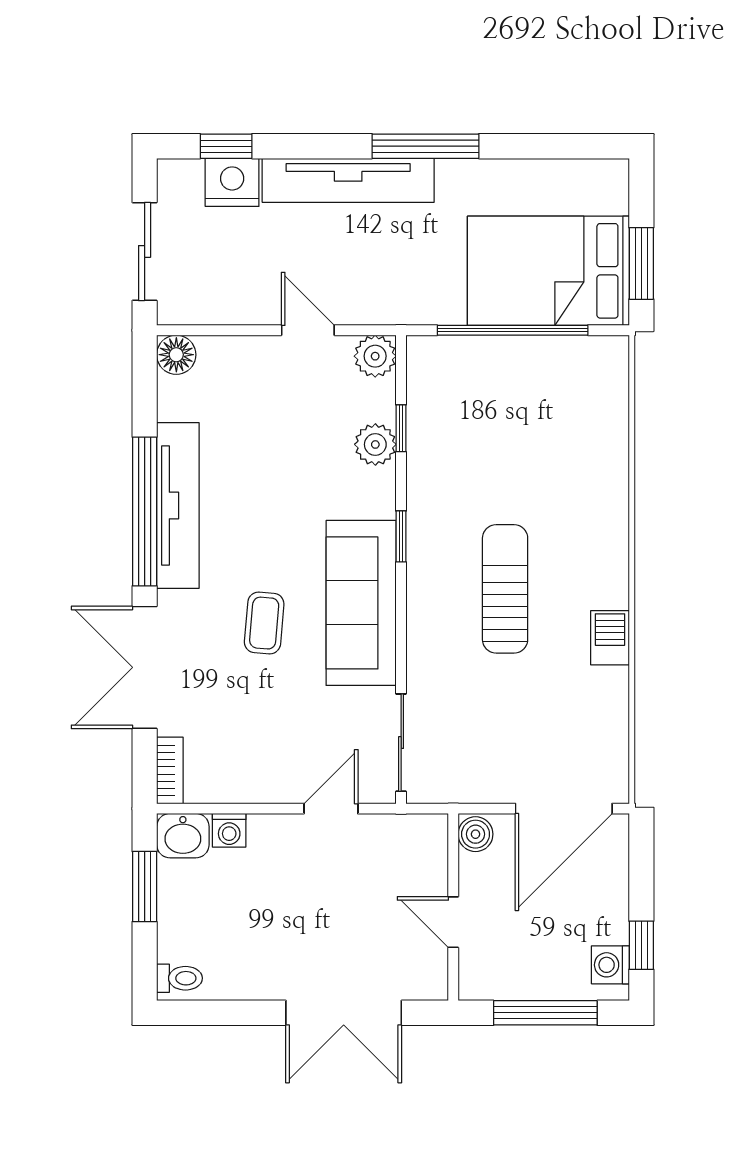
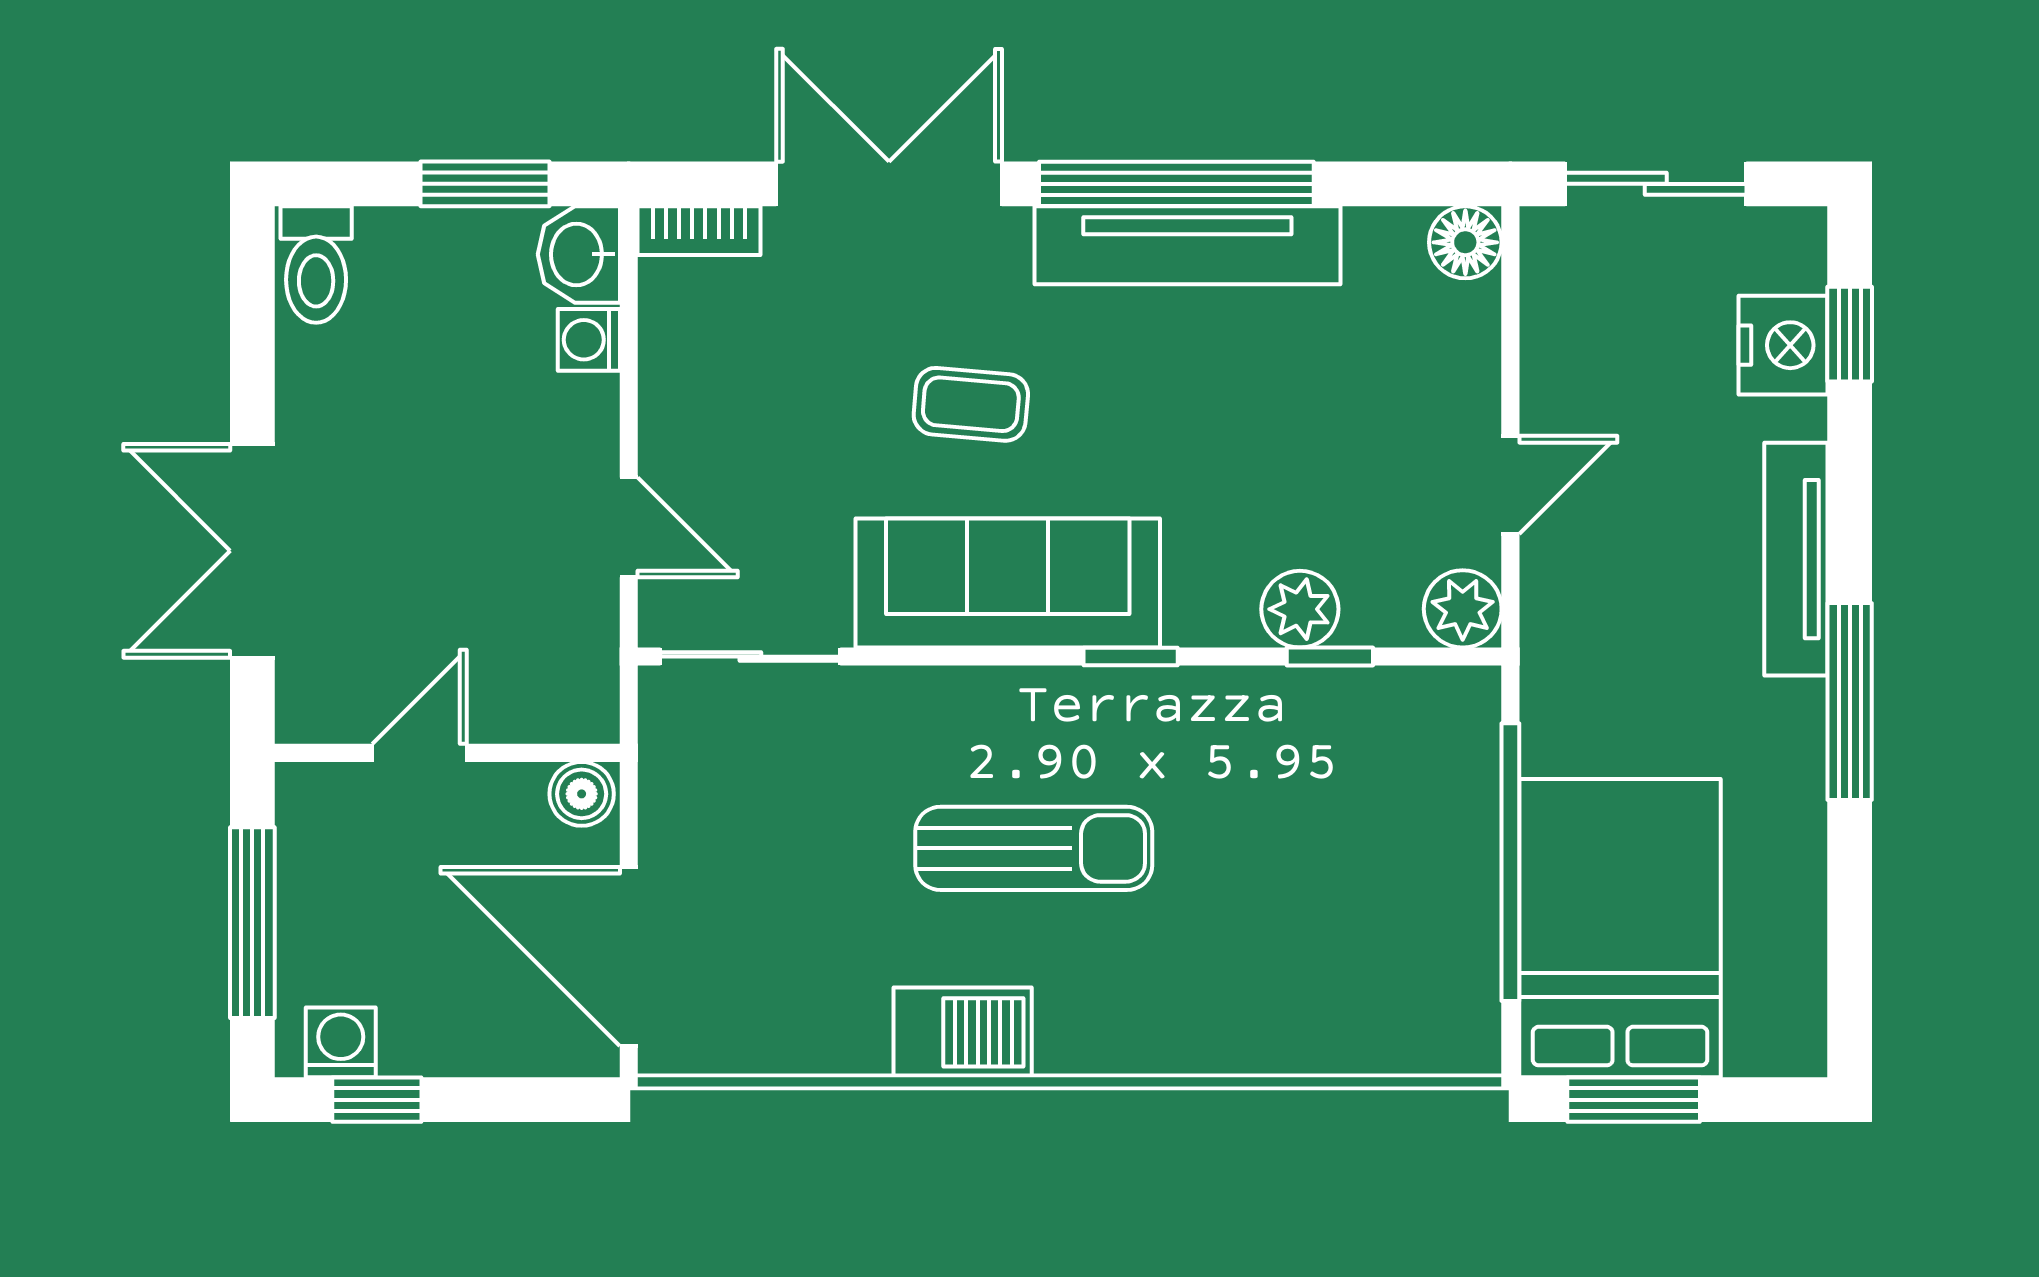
tv unit: (348, 180) -> (1796, 559), width x0.73, depth x0.78
barbecue: (610, 638) -> (963, 1032), width x1.38, depth x1.27
toilet: (179, 978) -> (316, 265), width x1.37, depth x1.39

